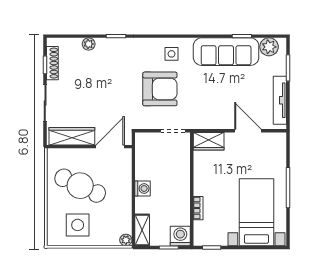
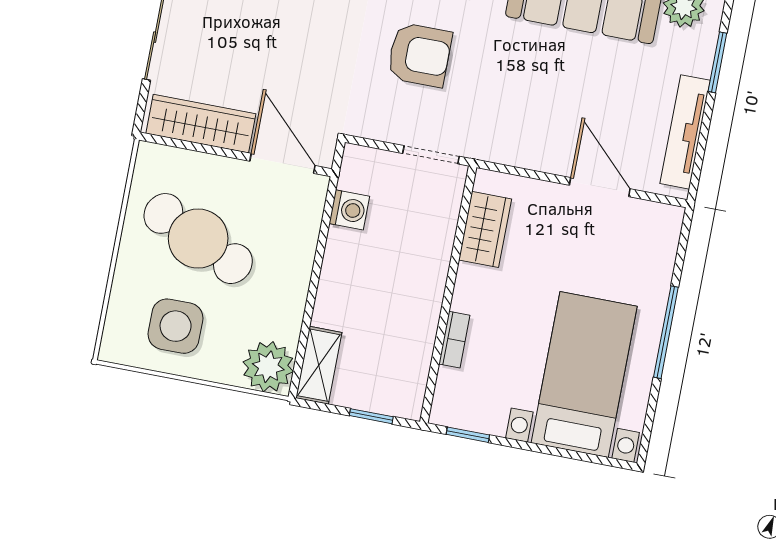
armchair: (160, 89) -> (420, 55), width x0.73, depth x0.73
wardrobe: (209, 141) -> (485, 229), moved, turned -90
door: (110, 147) -> (282, 163), hinge flipped
washing machine: (143, 188) -> (349, 210), moved
washing machine: (180, 236) -> (402, 395), removed
plant: (126, 240) -> (268, 367), width x1.88, depth x1.88

